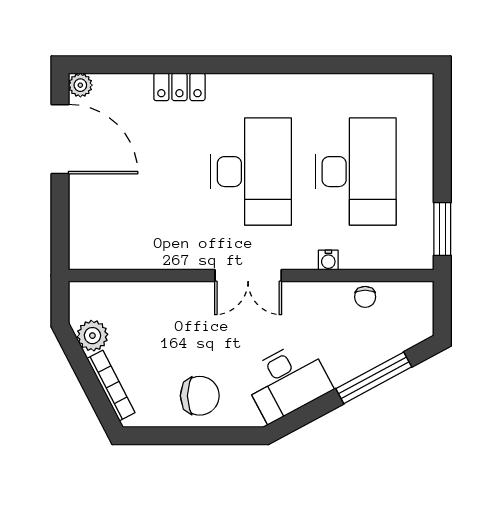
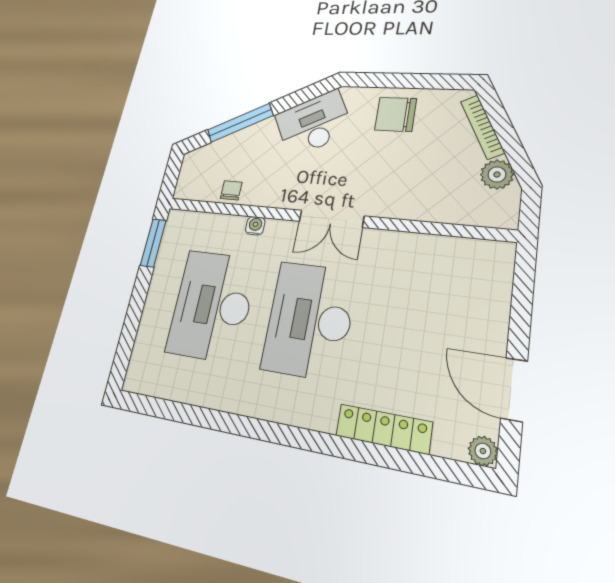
locker: (179, 87) -> (384, 429), width x1.53
door: (60, 139) -> (514, 390), width x0.73
double door: (248, 276) -> (331, 219), swing flipped

